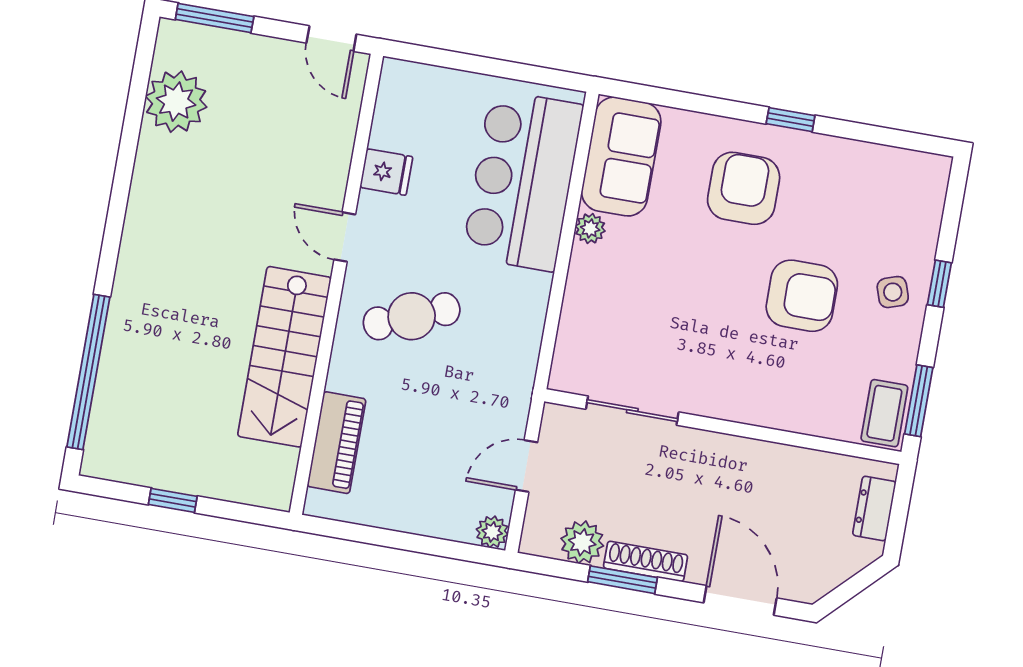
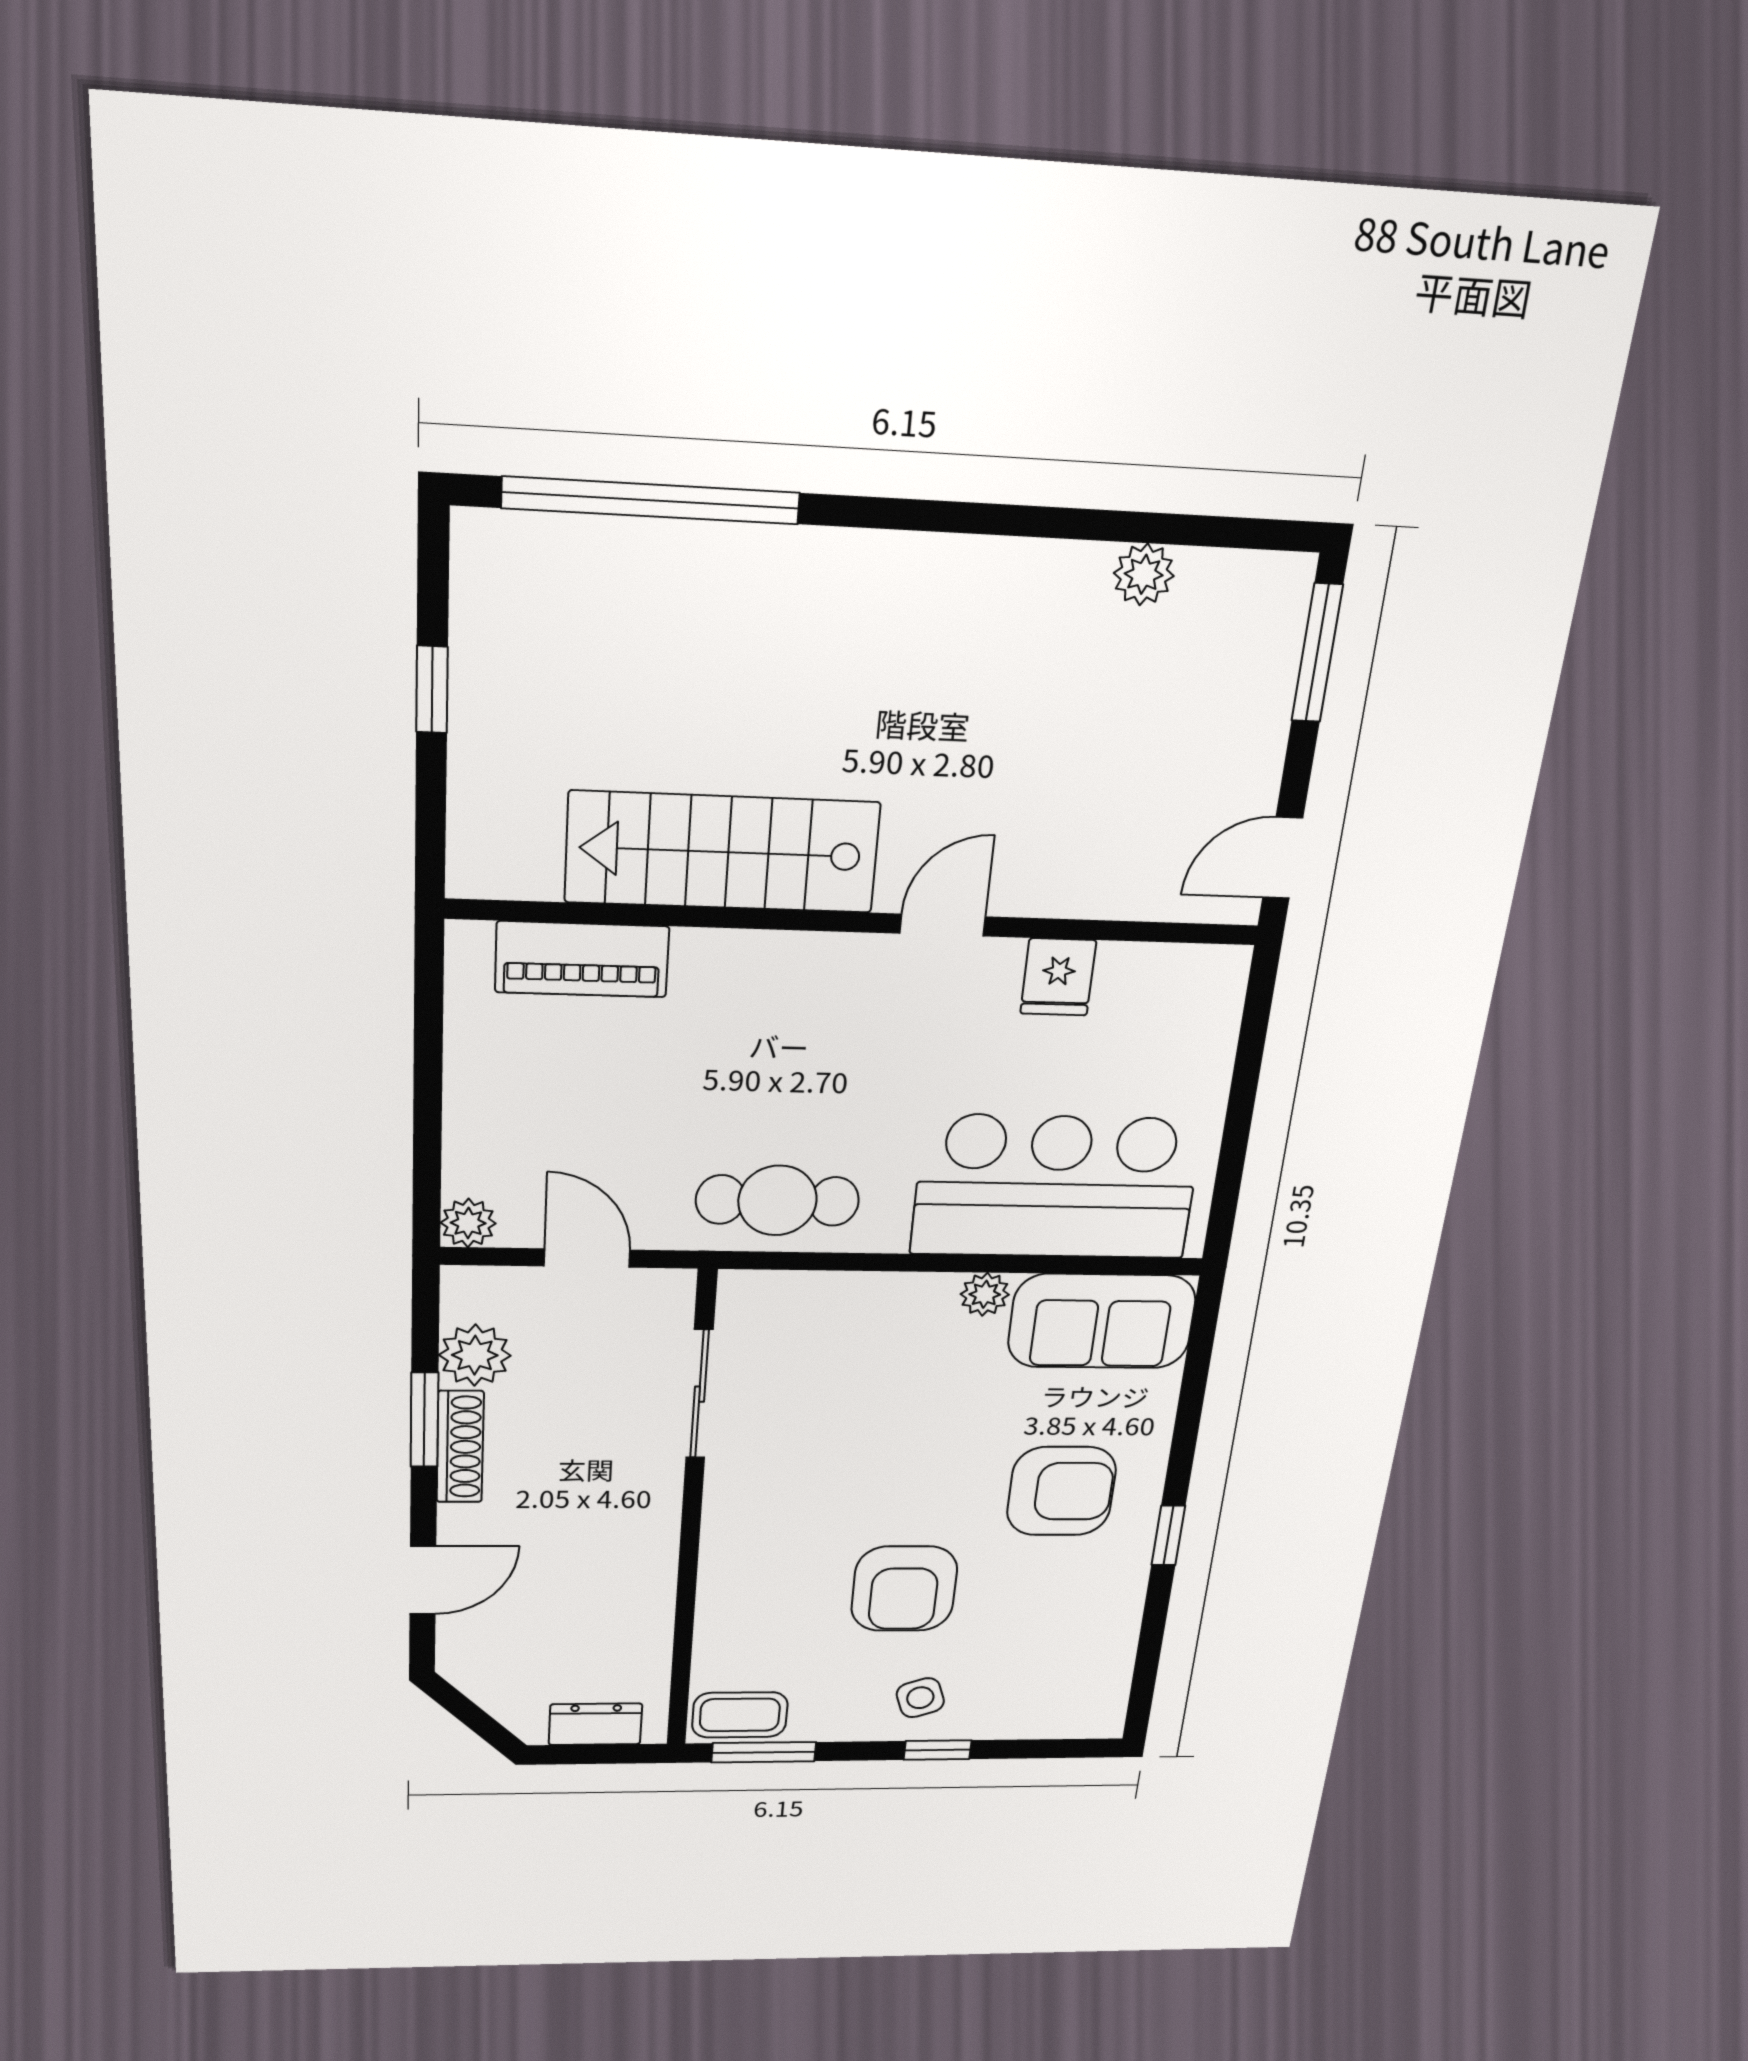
plant: (176, 102) -> (1144, 574), width x0.53, depth x0.53
cafe table: (412, 316) -> (778, 1200), moved, turned -68
door: (740, 600) -> (423, 1580), width x0.73

